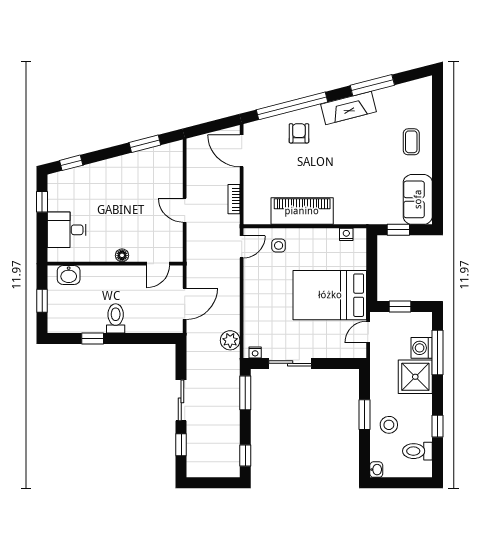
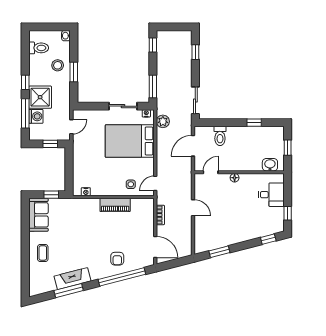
fireplace: (349, 108) -> (72, 279), moved
piano: (302, 211) -> (115, 205), width x0.73, depth x0.75
bed: (330, 295) -> (130, 141), moved, turned 180
toilet: (116, 318) -> (220, 136), moved
sliding door: (181, 400) -> (195, 100), moved
window: (438, 426) -> (25, 82), moved

